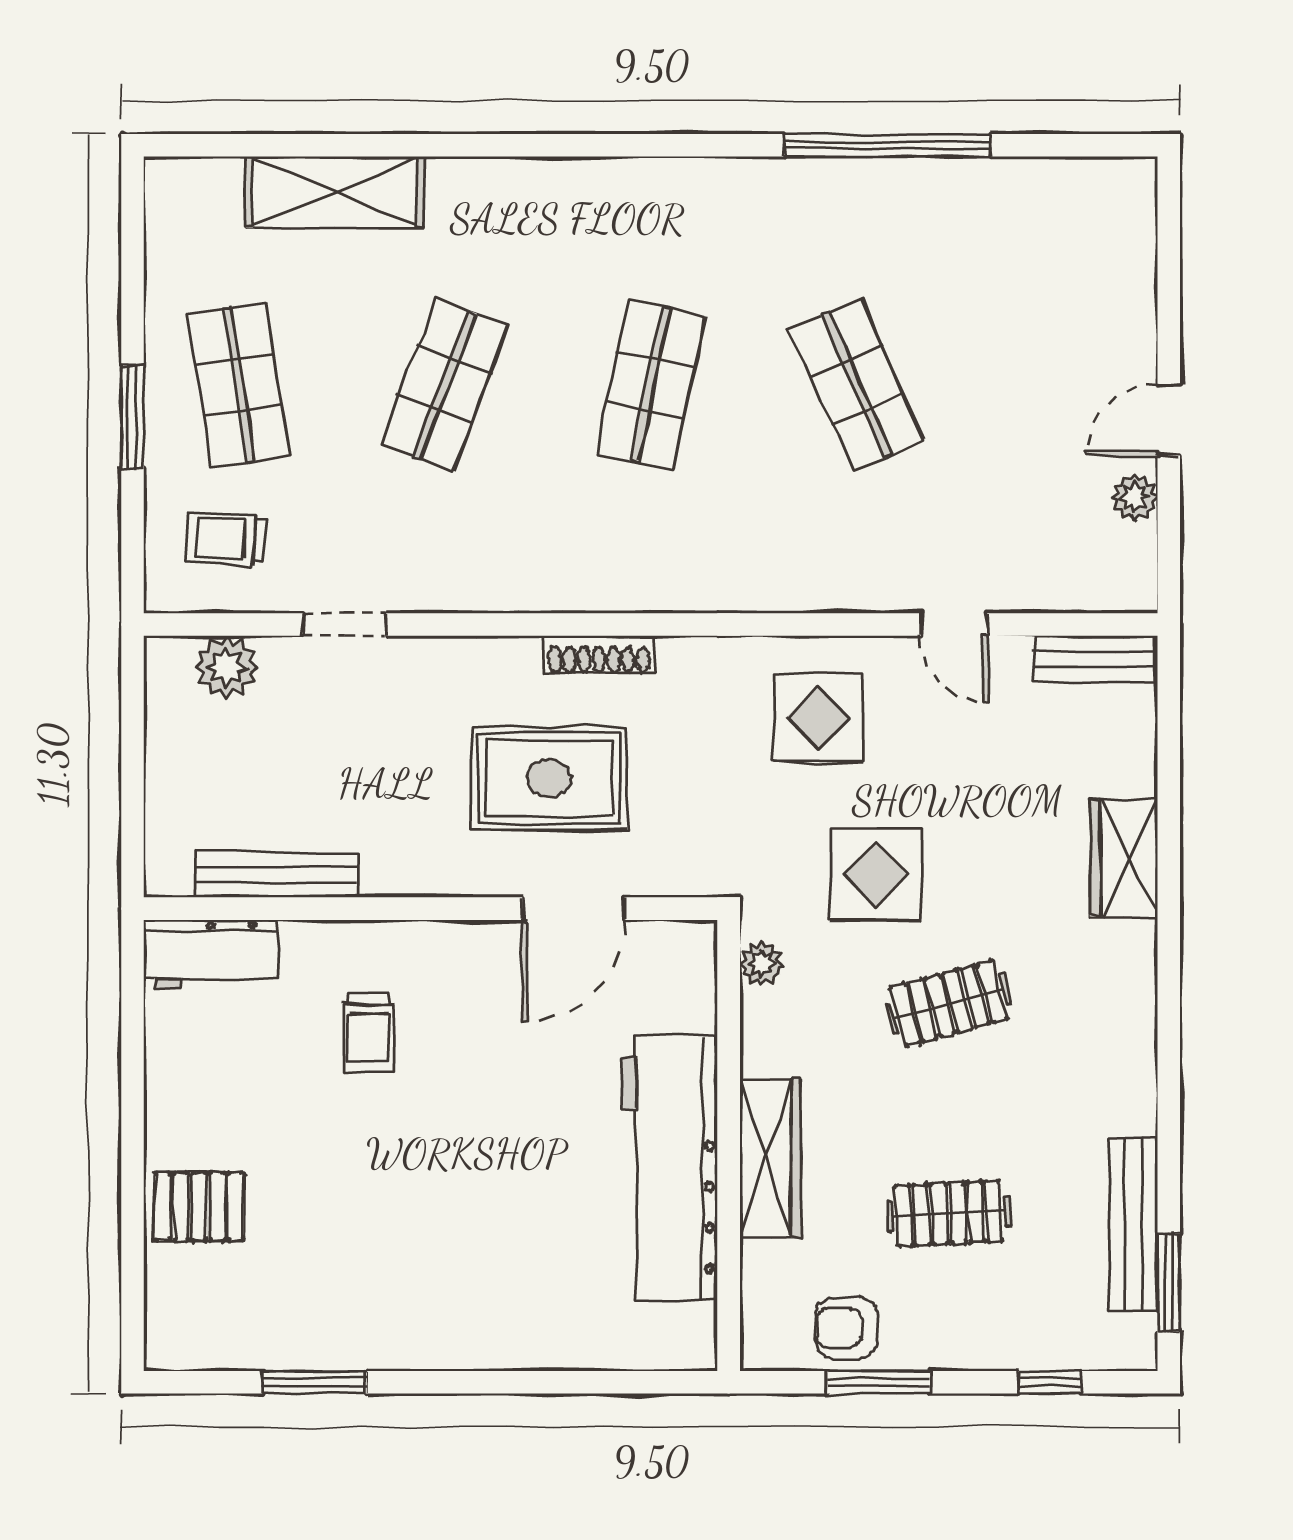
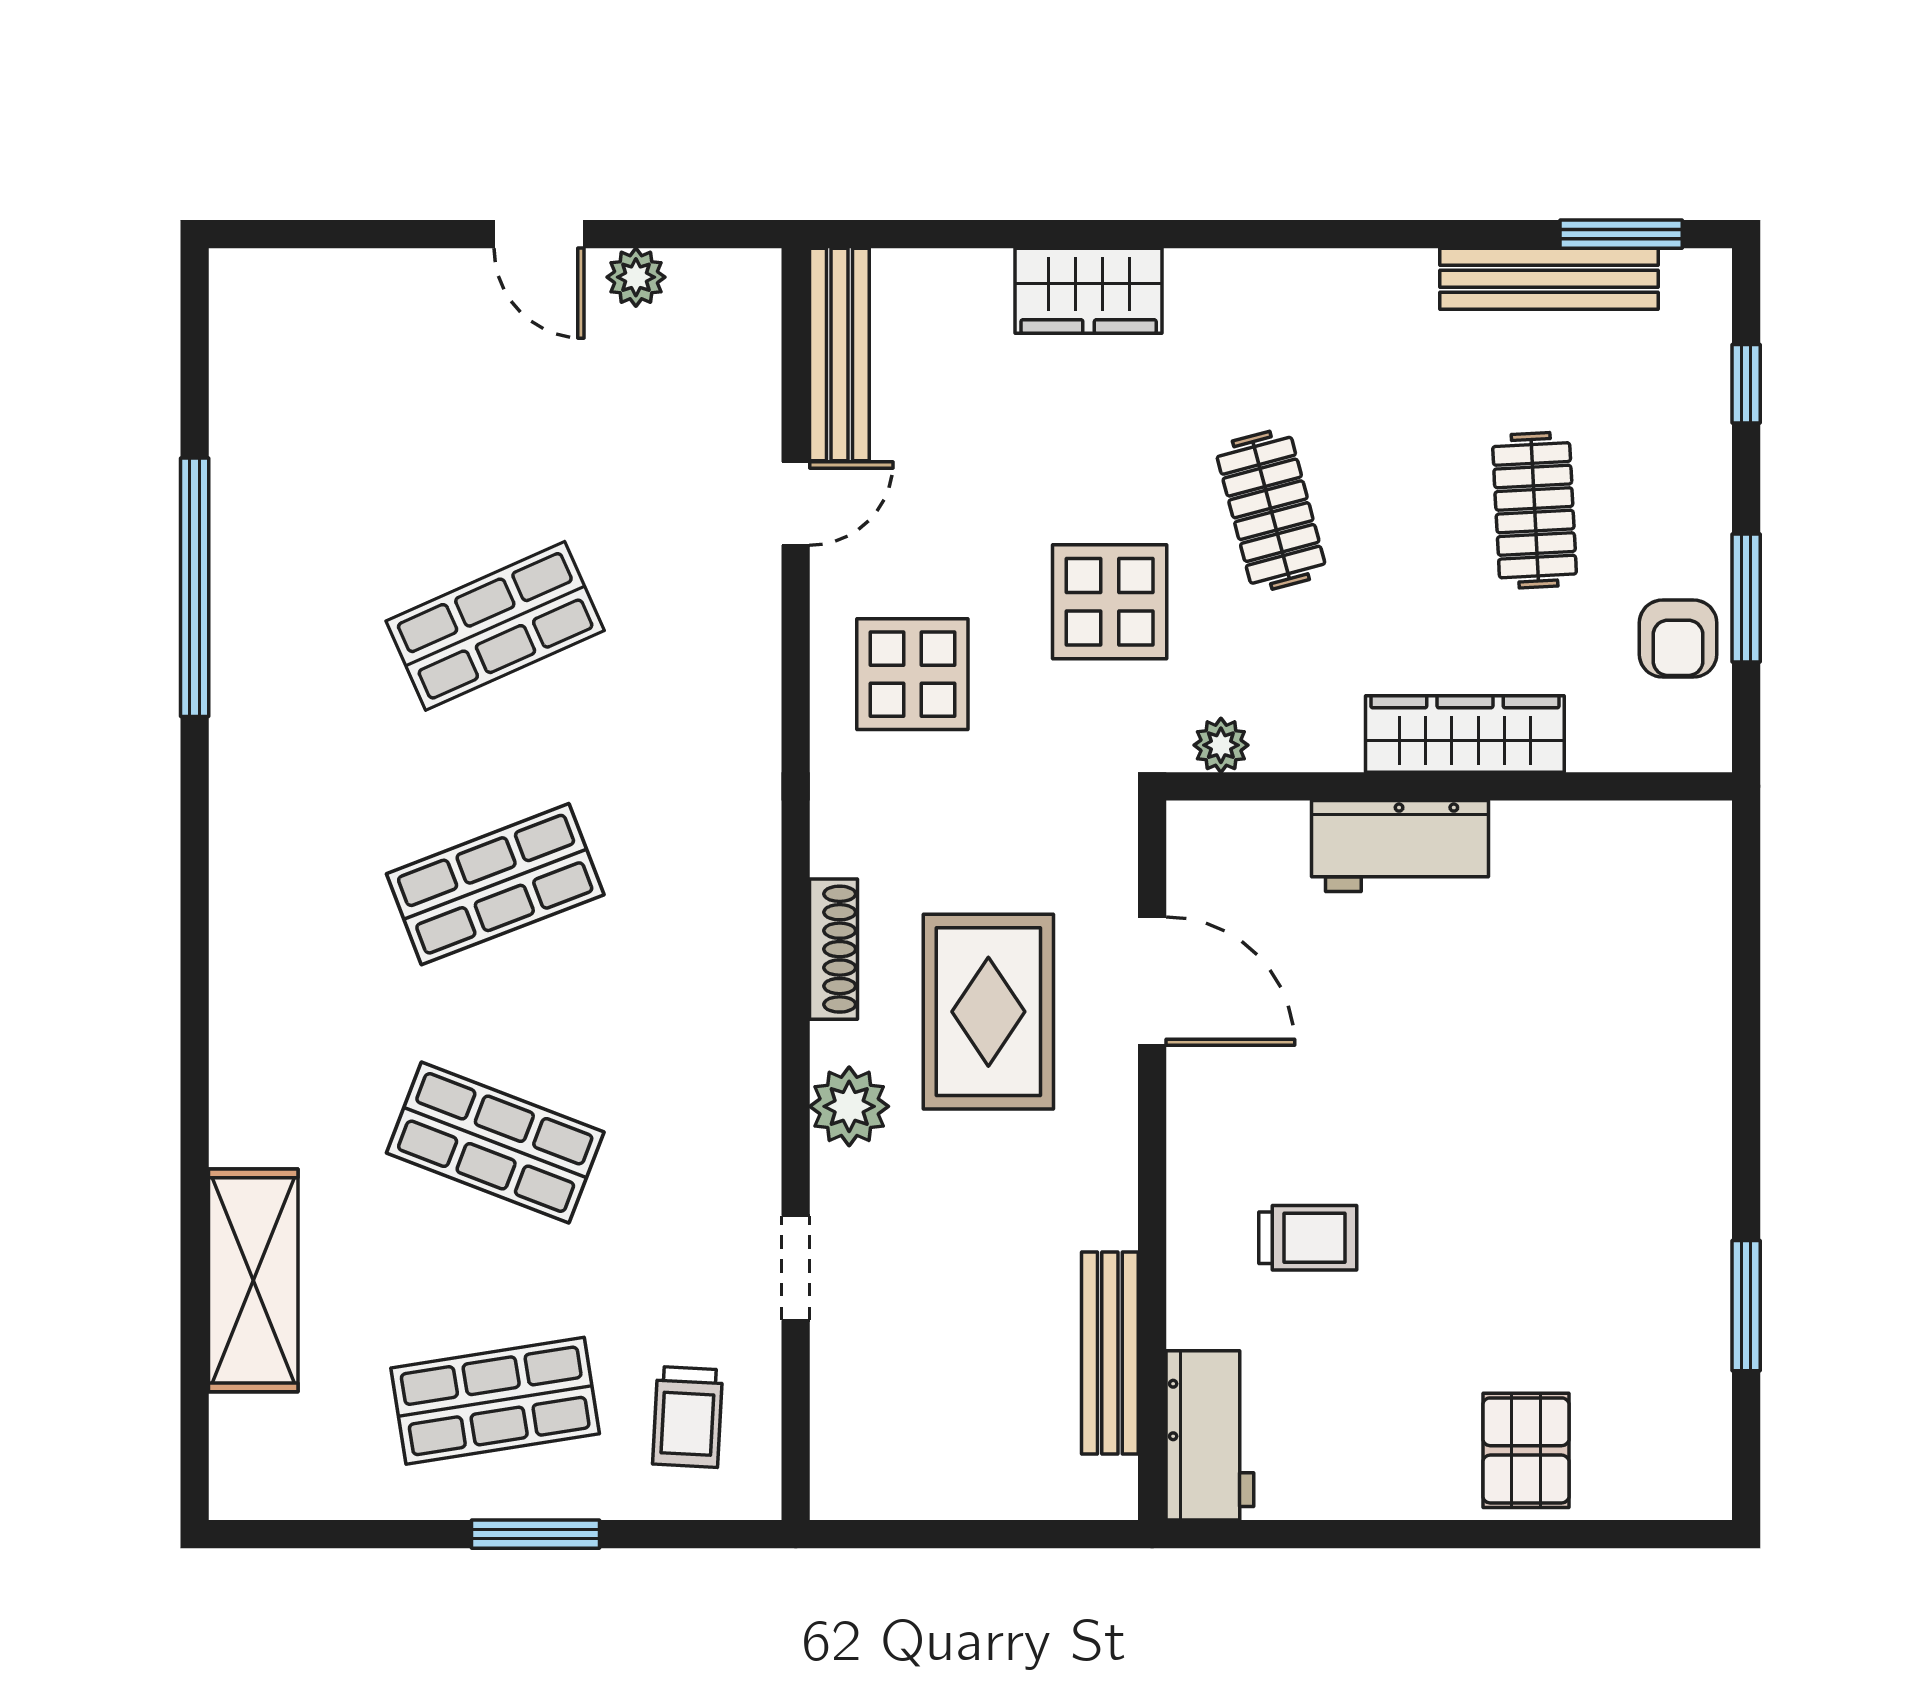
shop shelf: (651, 385) -> (495, 884), turned -33
bench: (1096, 659) -> (839, 355), width x1.36
plant: (227, 667) -> (849, 1106), moved
workbench: (669, 1168) -> (1400, 846), width x0.53, depth x0.76

